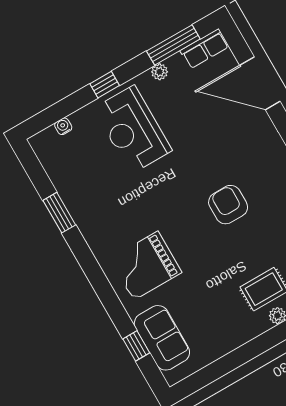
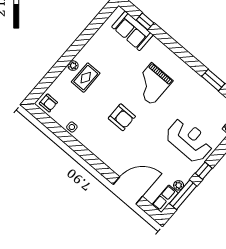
plant: (160, 72) -> (179, 185), moved
window: (105, 85) -> (204, 171), moved
grand piano: (146, 266) -> (152, 84), moved, turned 180

